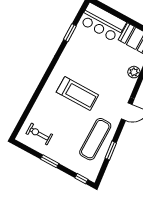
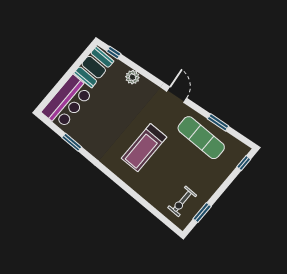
treadmill: (77, 93) -> (144, 148), turned 180
window: (50, 161) -> (202, 213), moved

